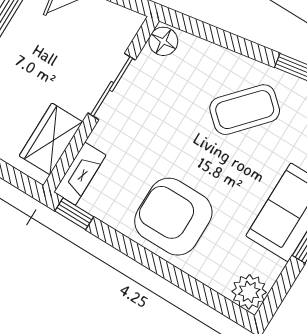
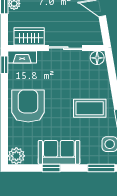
coffee table: (245, 110) -> (90, 108), turned -42

